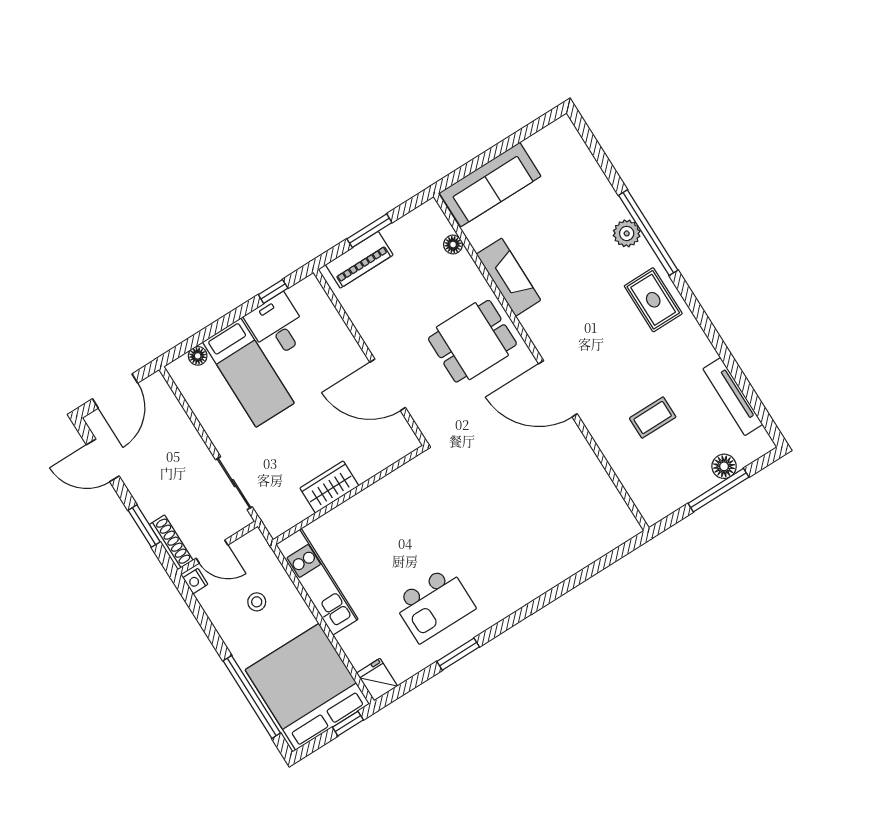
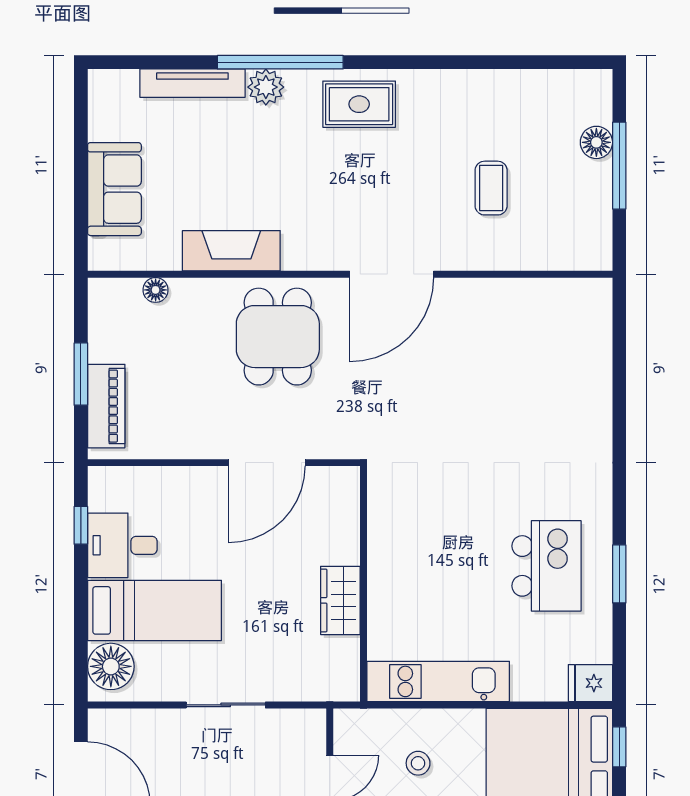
sofa: (490, 185) -> (114, 189), width x0.73
floor lamp: (198, 356) -> (111, 666), width x1.89, depth x1.89
tv unit: (733, 397) -> (192, 83), moved
sliding door: (234, 483) -> (226, 705), moved

